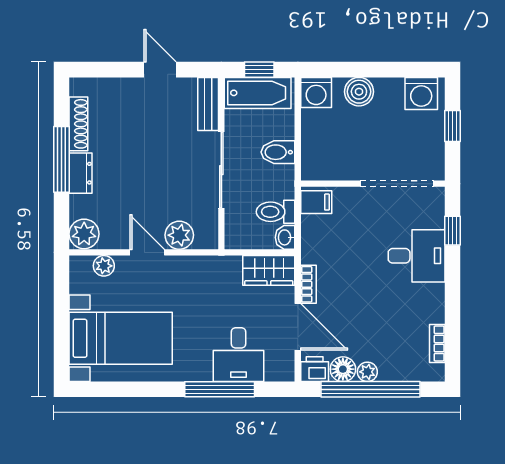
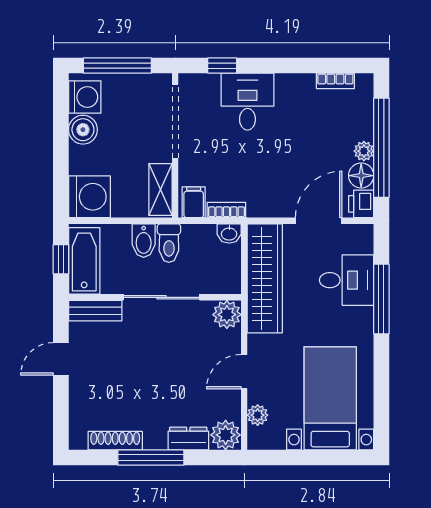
washing machine: (316, 92) -> (89, 197), width x1.37, depth x1.37
boiler: (359, 92) -> (83, 130), moved
window: (453, 126) -> (117, 66), width x2.17
shelving: (329, 169) -> (160, 190), added
dresser: (81, 173) -> (188, 438), moved
toilet: (276, 212) -> (169, 243), moved
plant: (179, 235) -> (227, 315), moved
wardrobe: (269, 270) -> (265, 278), width x2.10, depth x1.17
bookcase: (308, 284) -> (226, 210), moved

